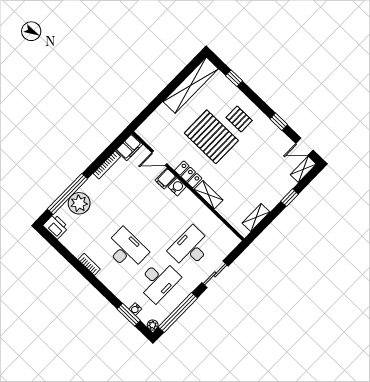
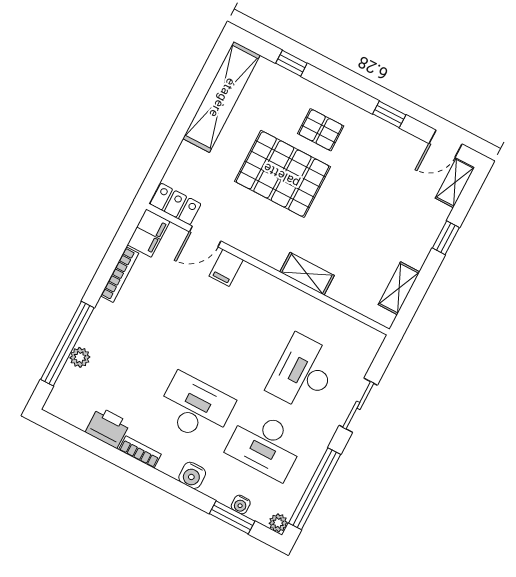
locker: (188, 174) -> (176, 204), moved
water cooler: (177, 187) -> (192, 475), moved, turned 180
plant: (79, 203) -> (80, 357), width x0.53, depth x0.53
printer: (56, 226) -> (108, 427), moved
desk: (158, 281) -> (265, 445), turned 90

